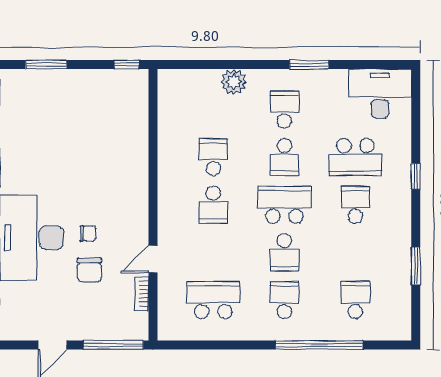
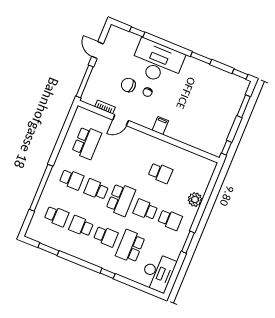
filing cabinet: (135, 190) -> (160, 126), added
school desk: (213, 205) -> (81, 226), moved
door: (153, 259) -> (121, 120), swing flipped
window: (416, 266) -> (48, 249), moved

